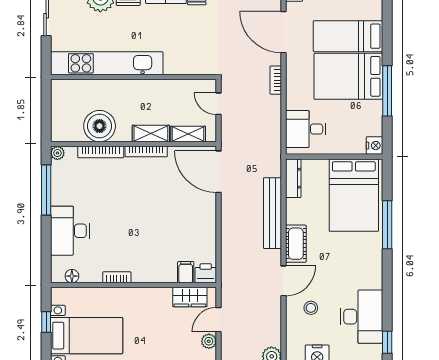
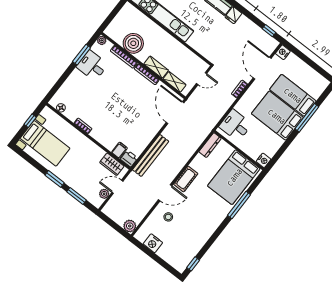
window: (387, 91) -> (307, 118), moved
door: (218, 104) -> (202, 79), swing flipped
window: (46, 190) -> (82, 55), width x0.69
bench: (273, 213) -> (151, 155), moved
desk: (70, 231) -> (92, 66), moved, width x0.73
desk: (362, 317) -> (190, 241), removed

